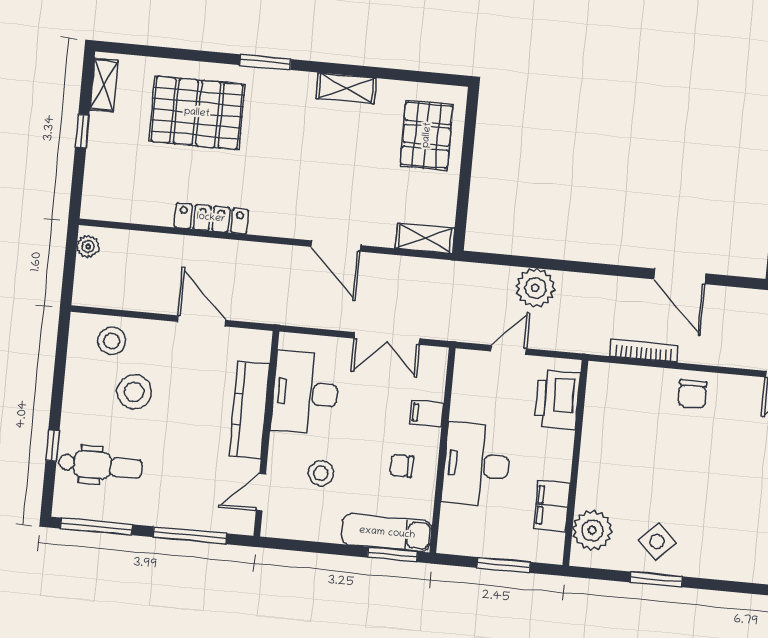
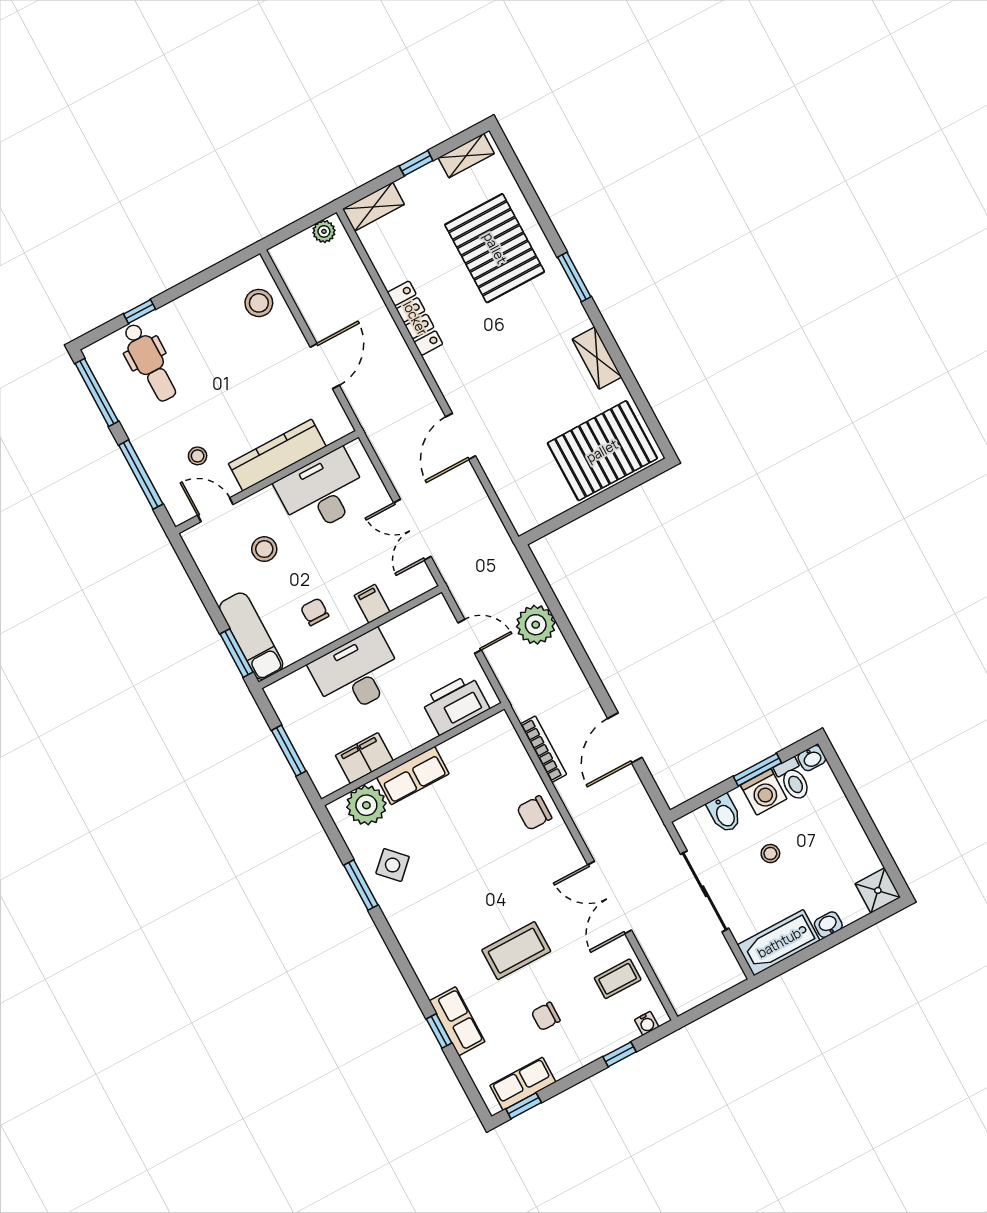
pallet: (427, 135) -> (602, 451), width x1.37, depth x1.41
shelving: (425, 238) -> (373, 207), moved, turned 90
stool: (134, 392) -> (198, 456), moved, width x0.53, depth x0.53
row of seats: (593, 475) -> (413, 776), added

